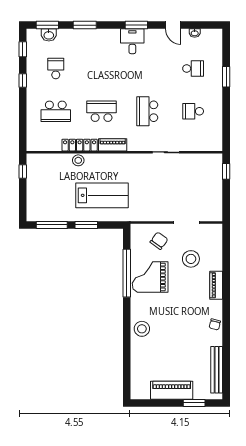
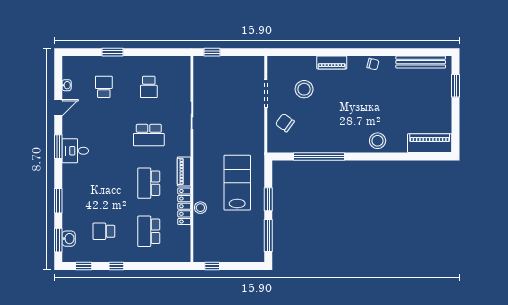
school desk: (56, 111) -> (149, 231), turned 180
grand piano: (150, 277) -> (323, 132), removed
piano: (172, 390) -> (430, 143), moved, turned 90

